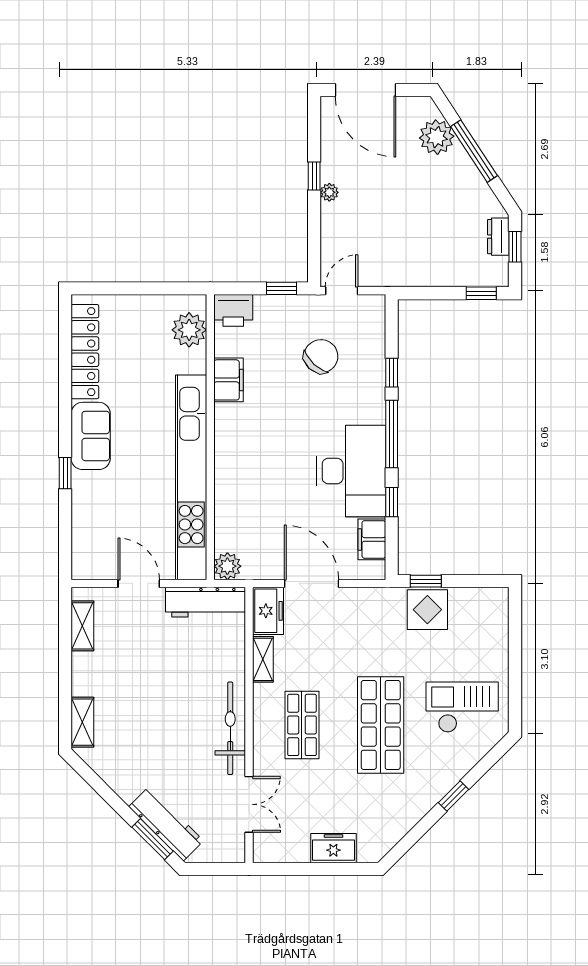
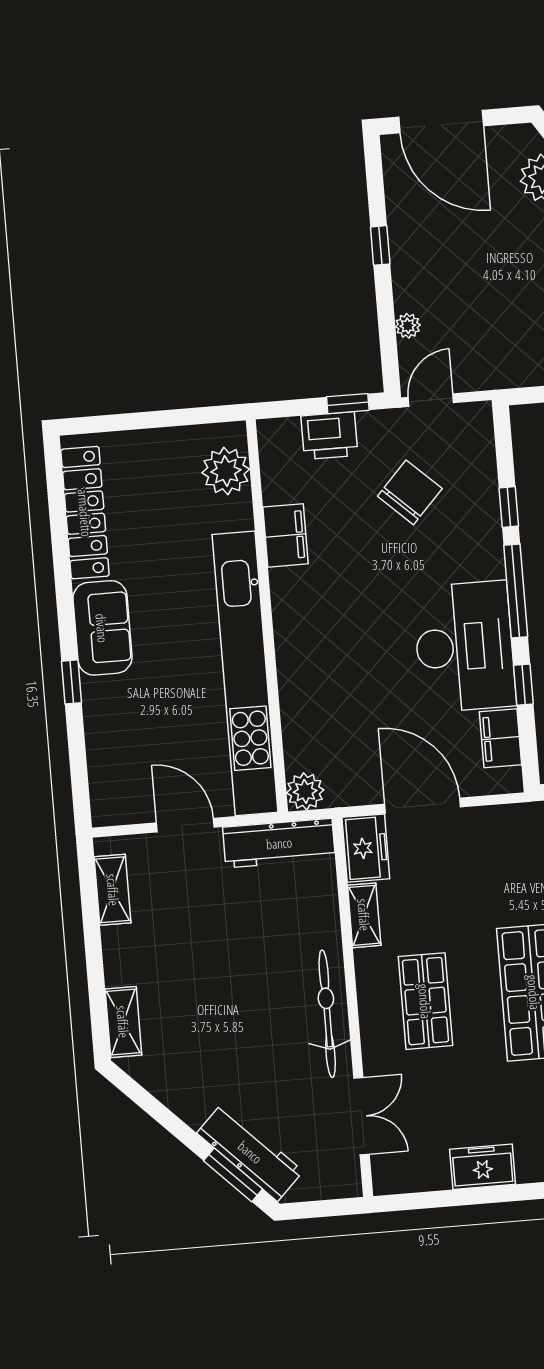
plant: (329, 192) -> (408, 326), moved
printer: (233, 310) -> (329, 436), moved

